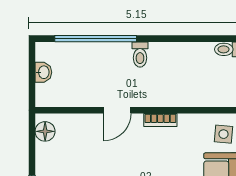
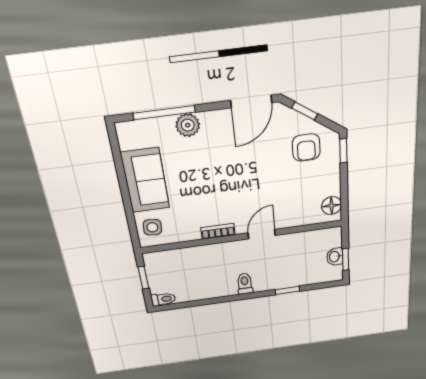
window: (96, 39) -> (287, 290), width x0.32
window: (32, 67) -> (345, 259), added

